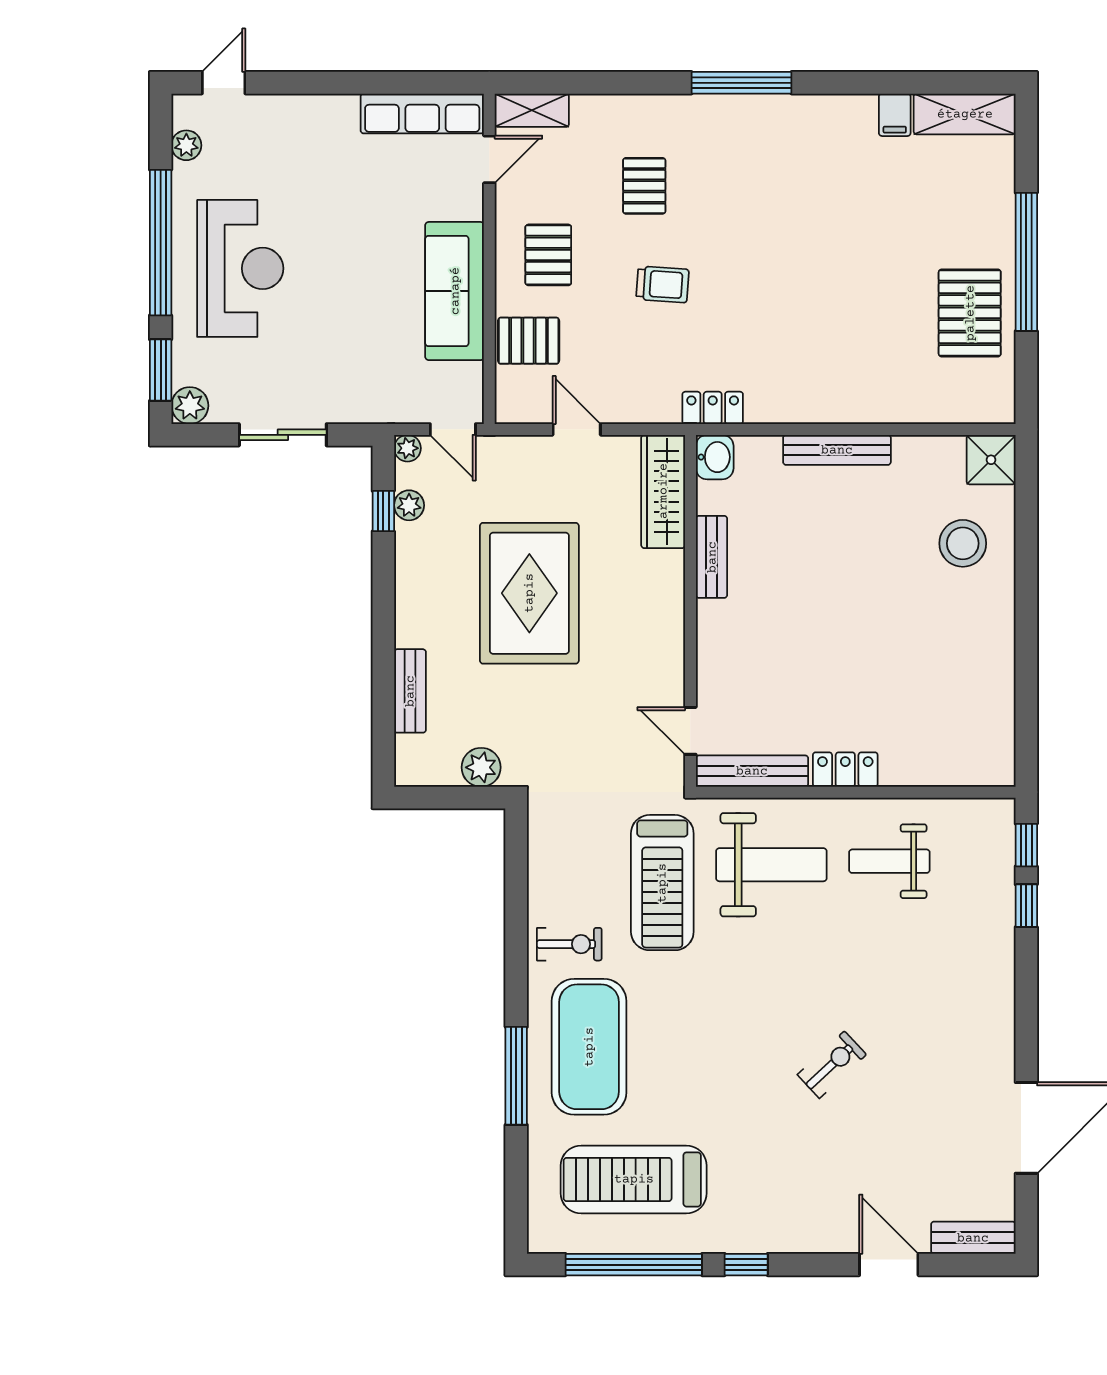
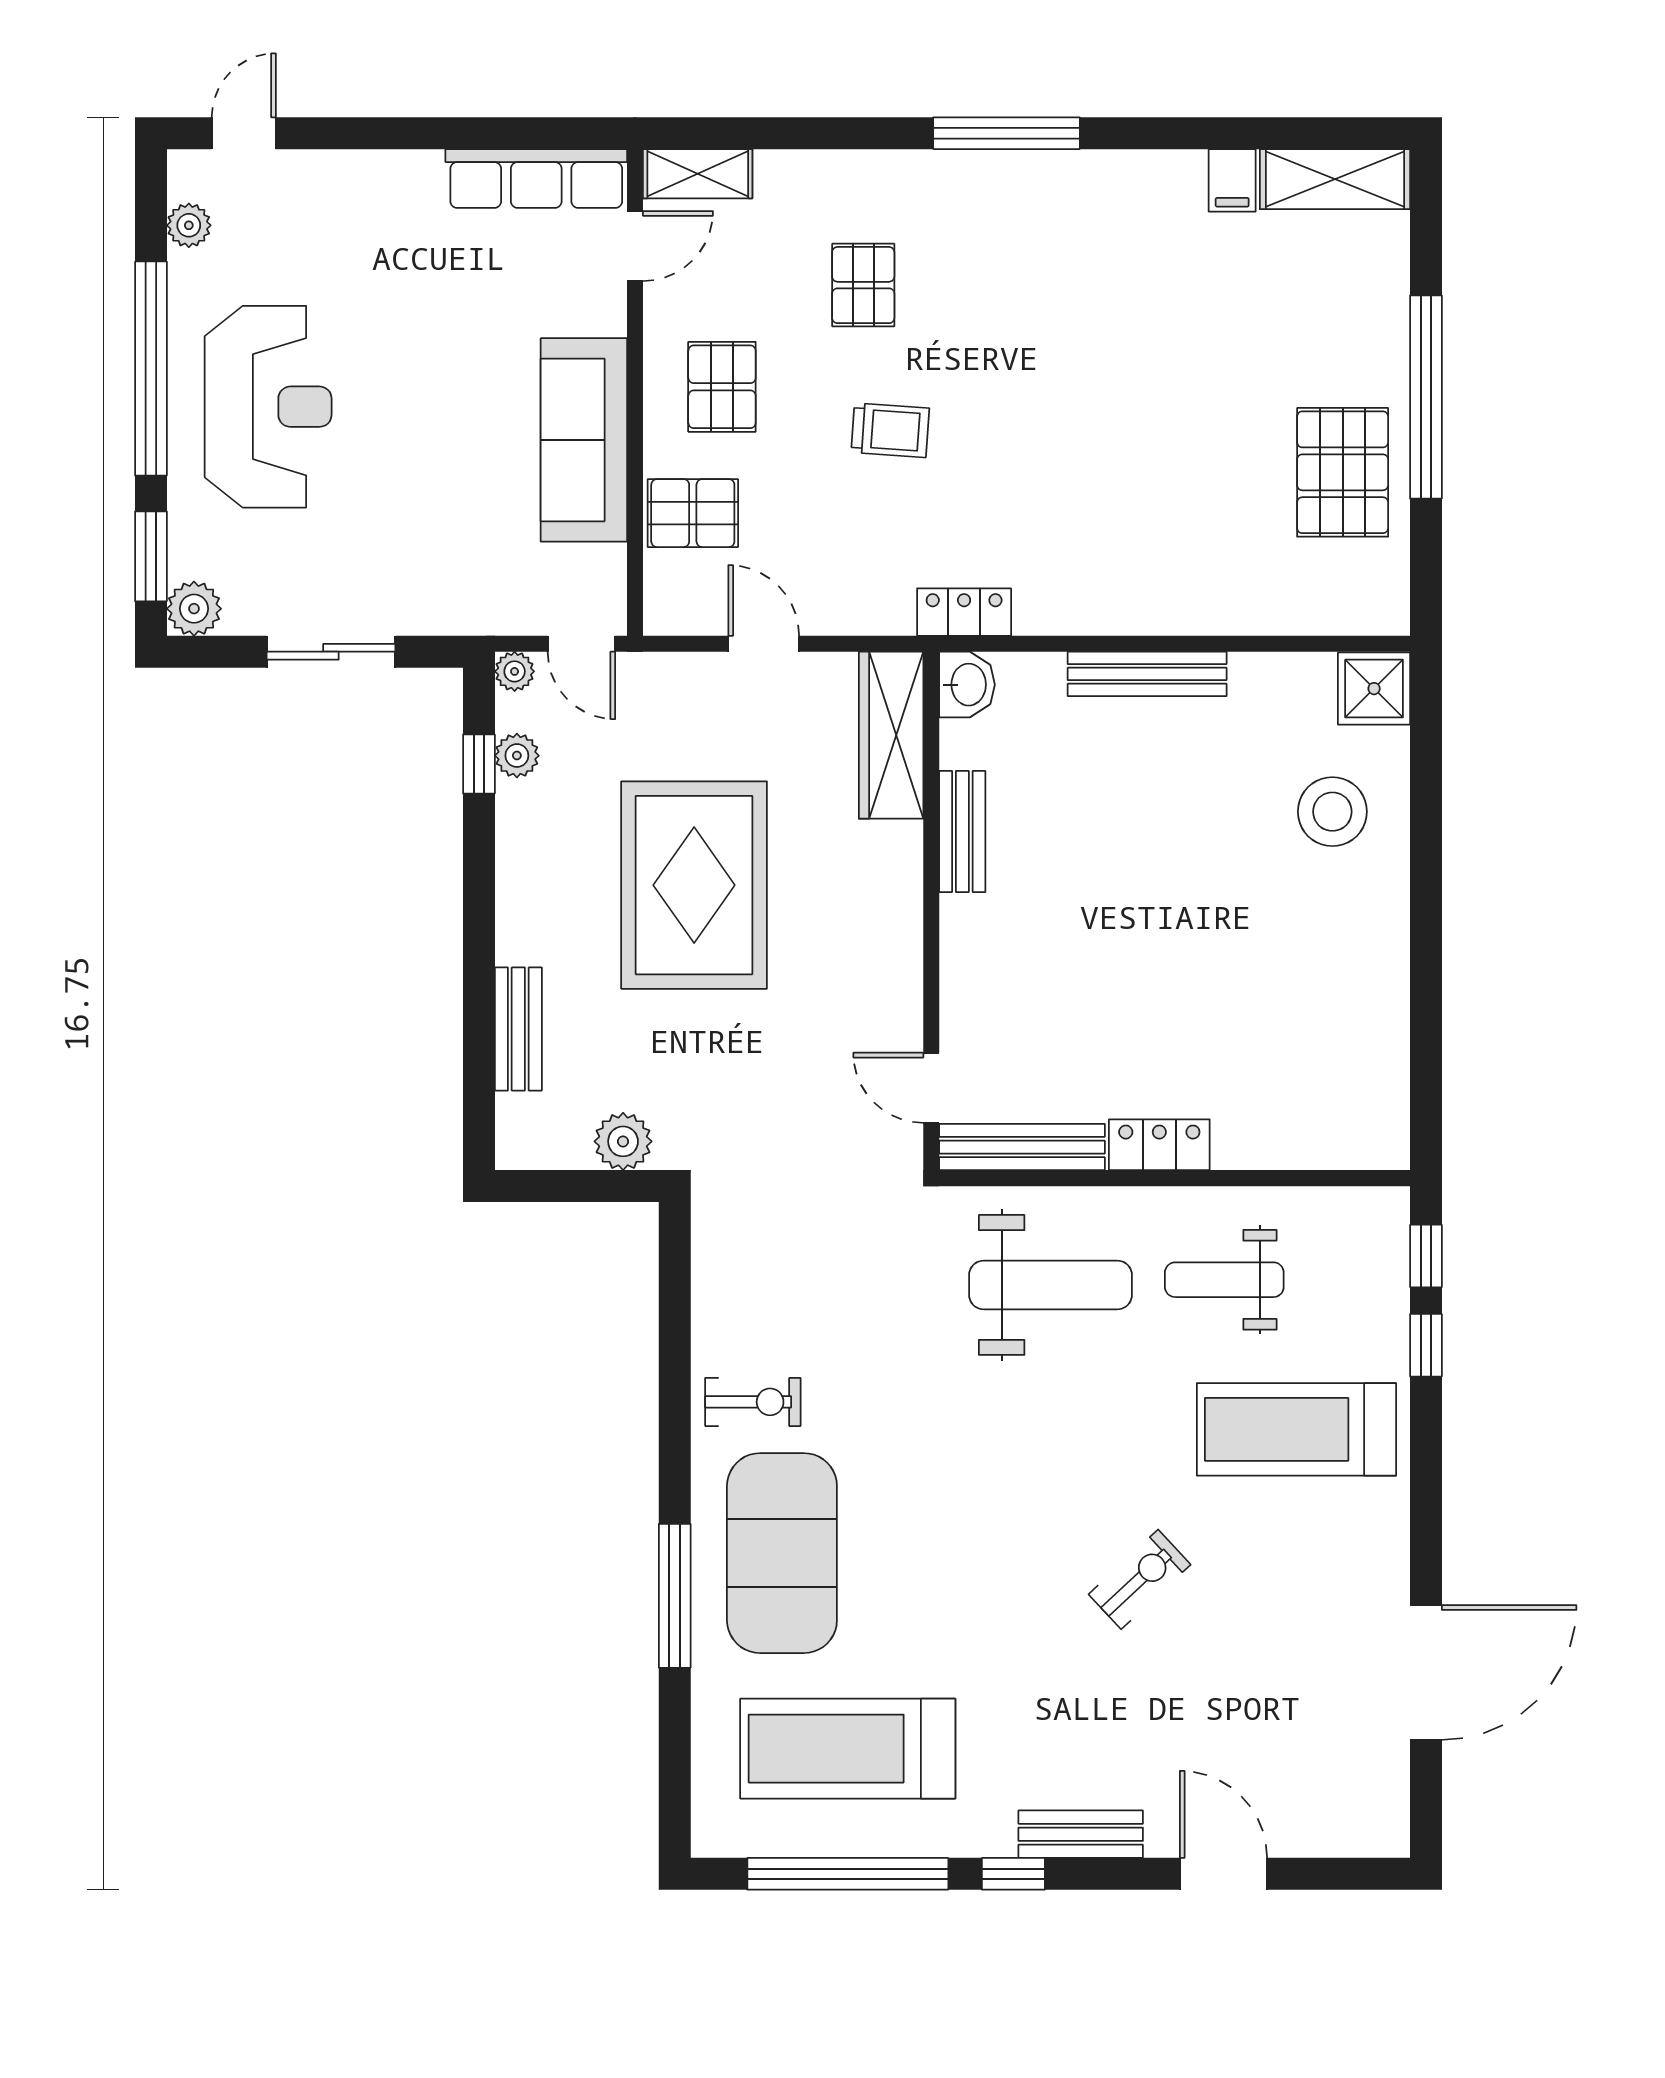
treadmill: (662, 883) -> (1296, 1429), moved, turned 90
bench: (973, 1238) -> (1081, 1834), moved

